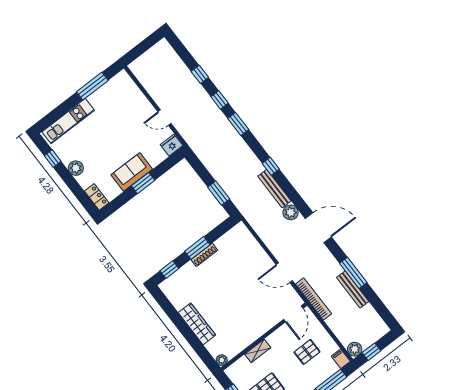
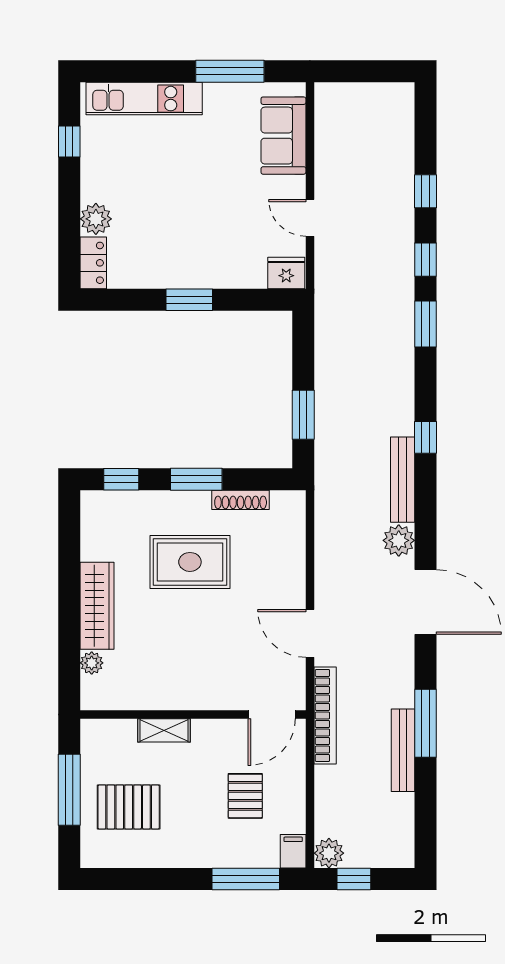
plant: (76, 168) -> (96, 219), moved
sofa: (132, 172) -> (283, 136), moved, turned -90
shoe rack: (204, 255) -> (241, 500), moved
rug: (219, 281) -> (190, 562), added
pallet: (307, 352) -> (245, 796), turned 90
plant: (222, 360) -> (92, 663), moved

